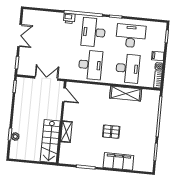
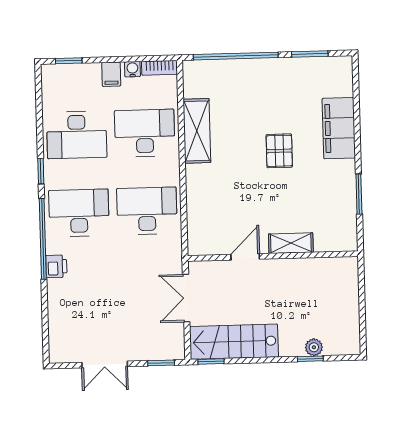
desk: (93, 32) -> (79, 213), turned 180
double door: (20, 36) -> (105, 364), swing flipped
desk: (131, 36) -> (77, 135), turned -90
door: (64, 95) -> (245, 257), moved
stairs: (50, 141) -> (234, 342), moved, turned 180

